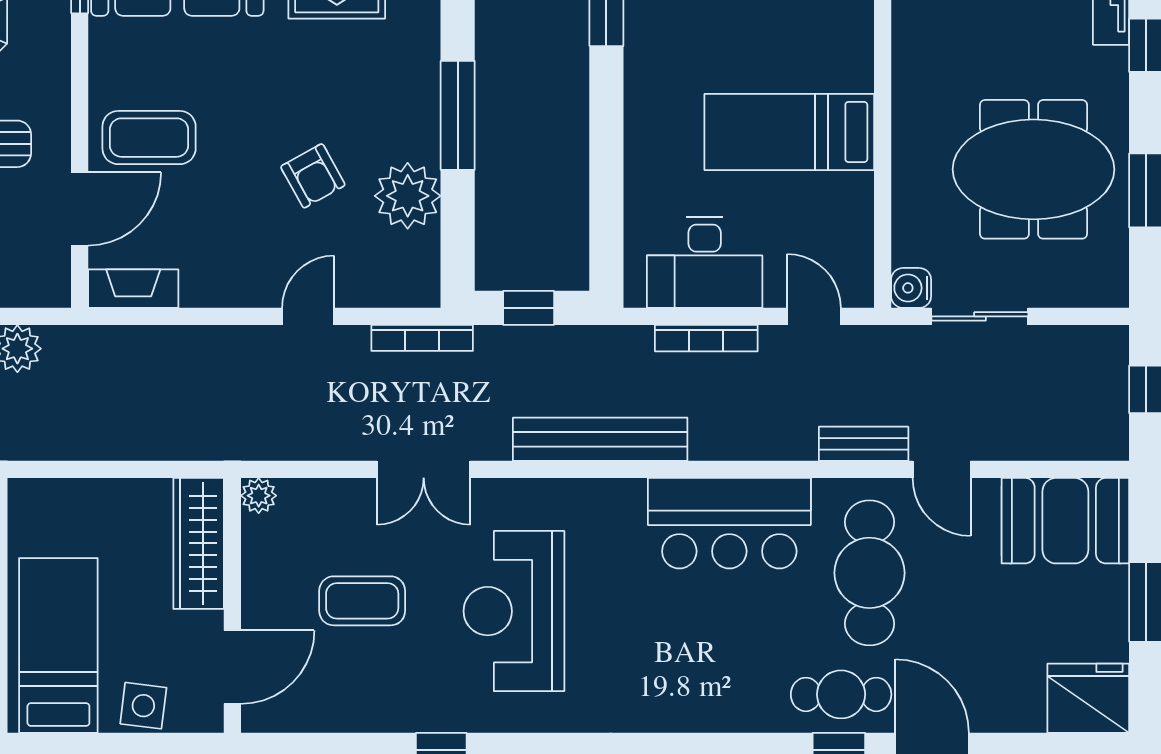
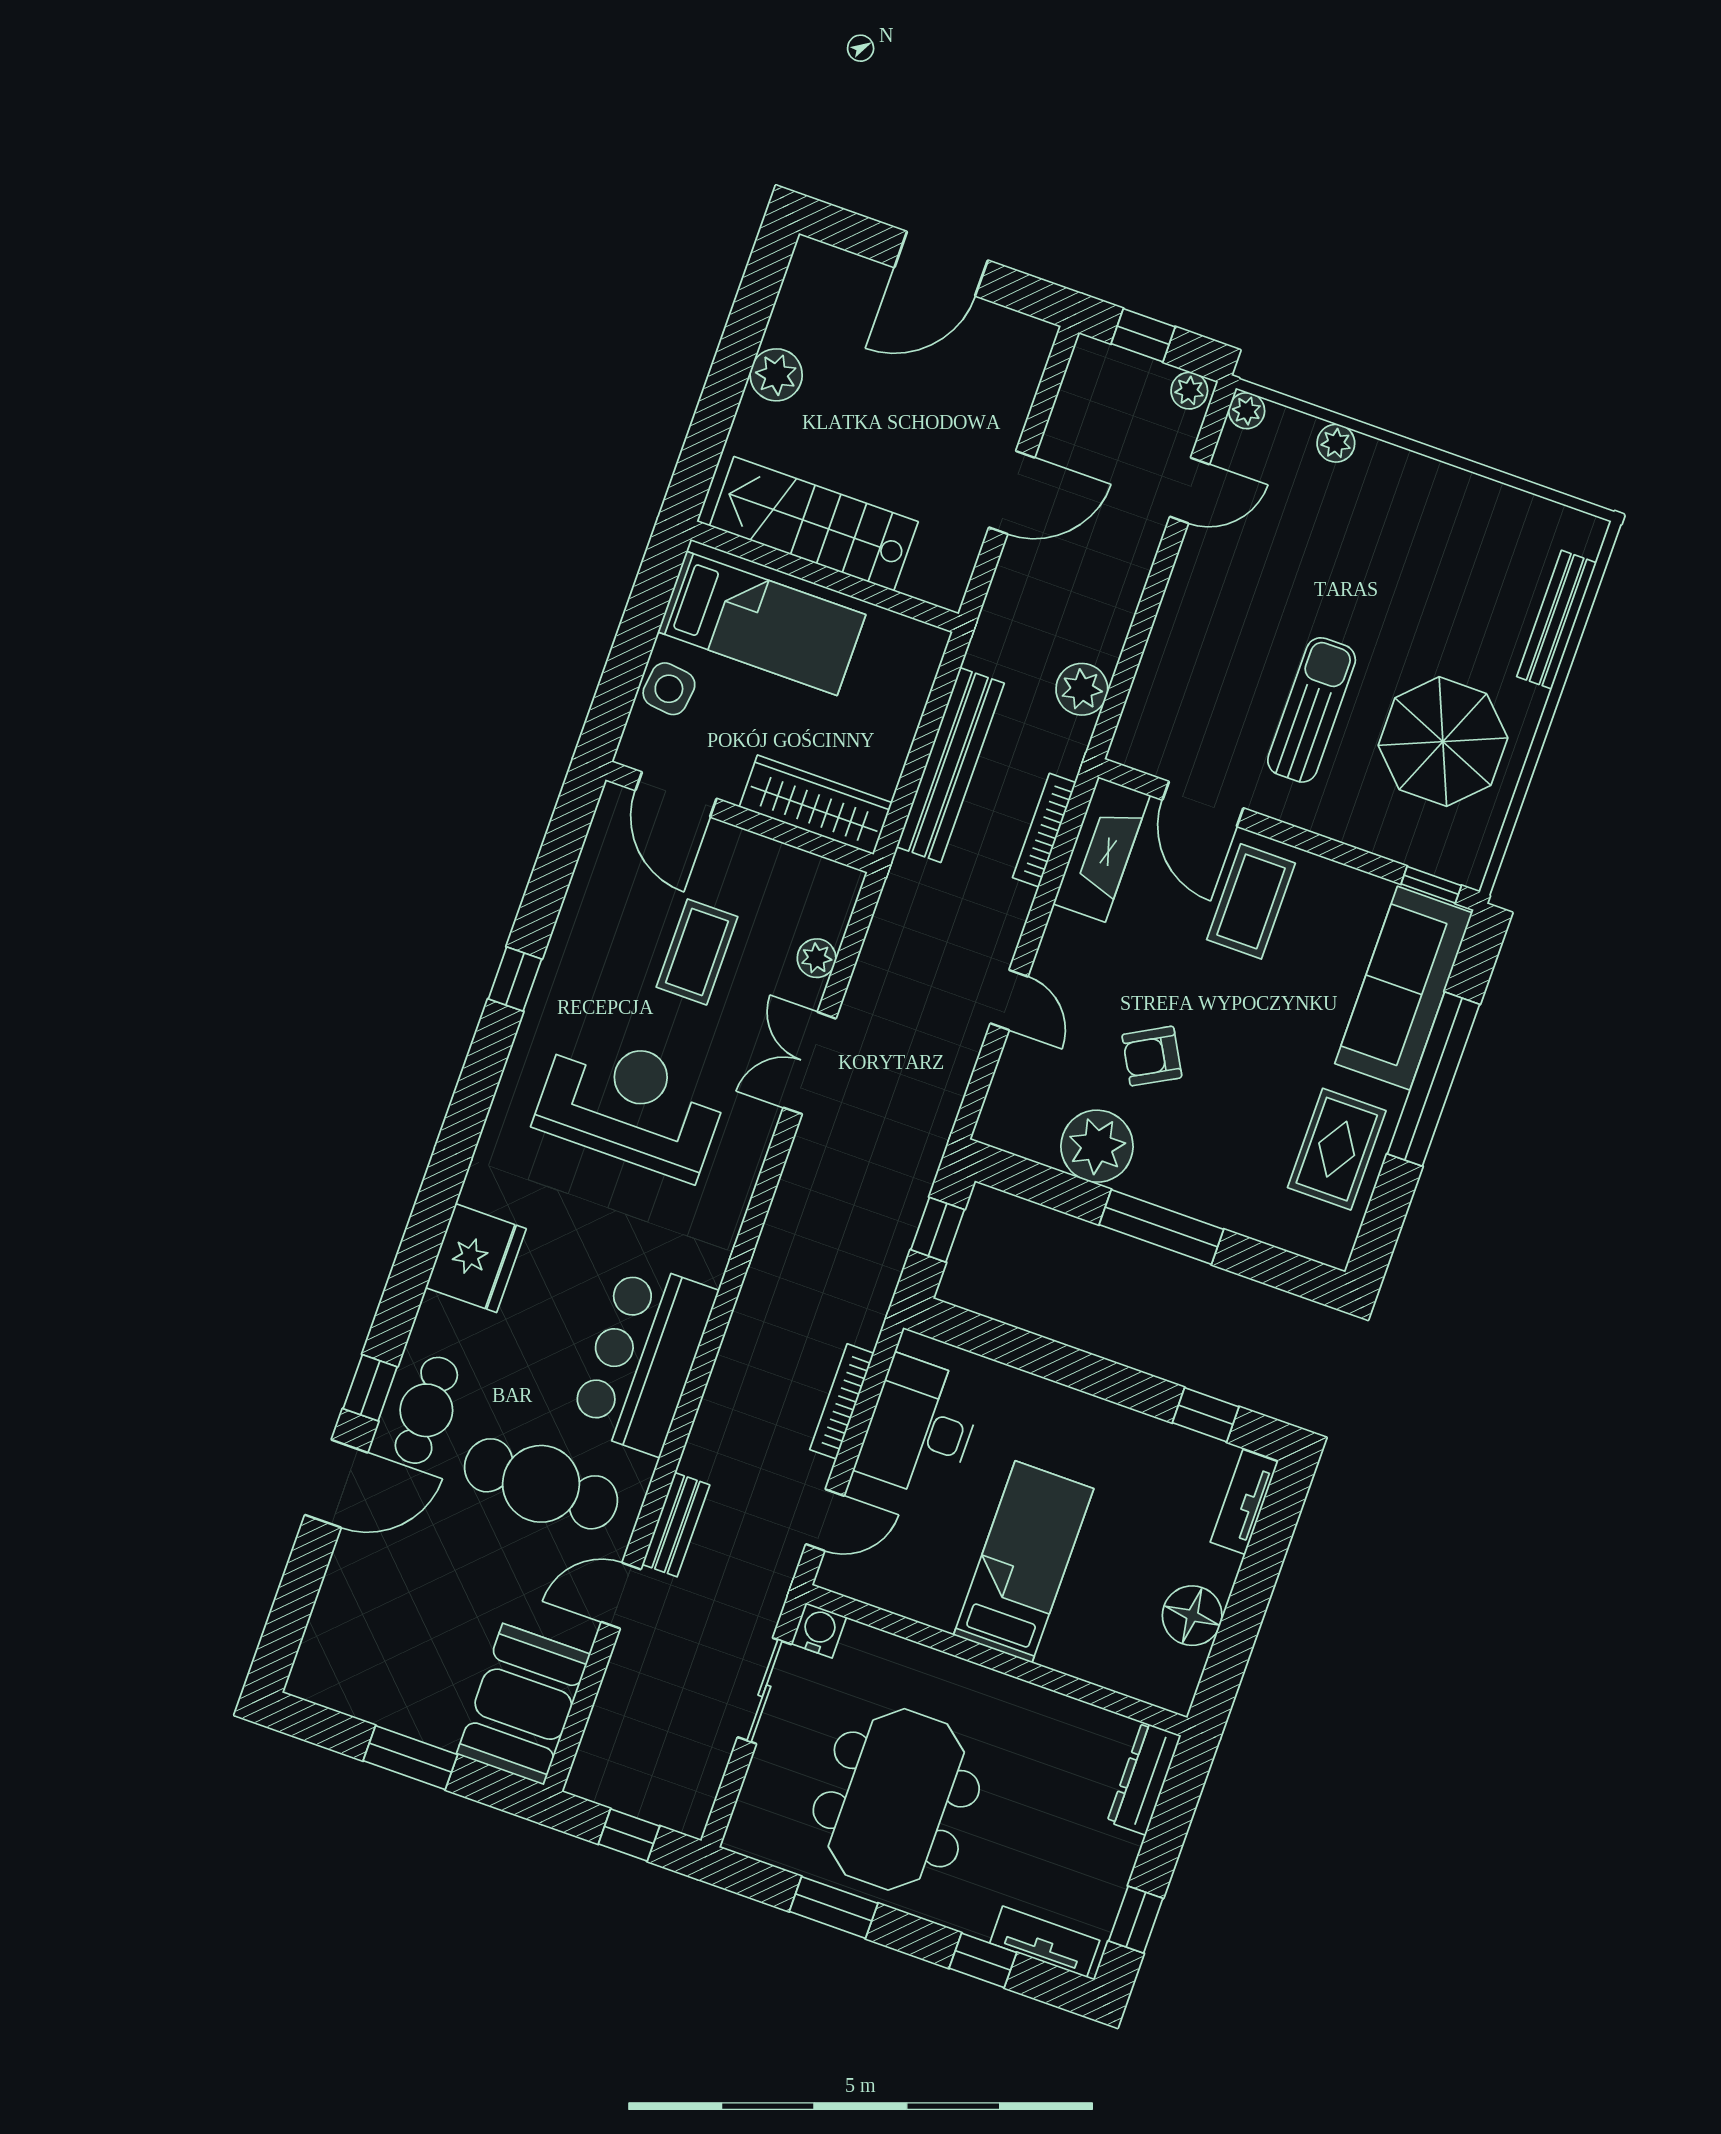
fireplace: (133, 289) -> (1102, 850), width x1.37, depth x1.32
bookcase: (422, 338) -> (1044, 830), moved
bench: (600, 439) -> (950, 765), moved
plant: (259, 496) -> (817, 958), moved
fridge: (1088, 698) -> (476, 1258), moved

